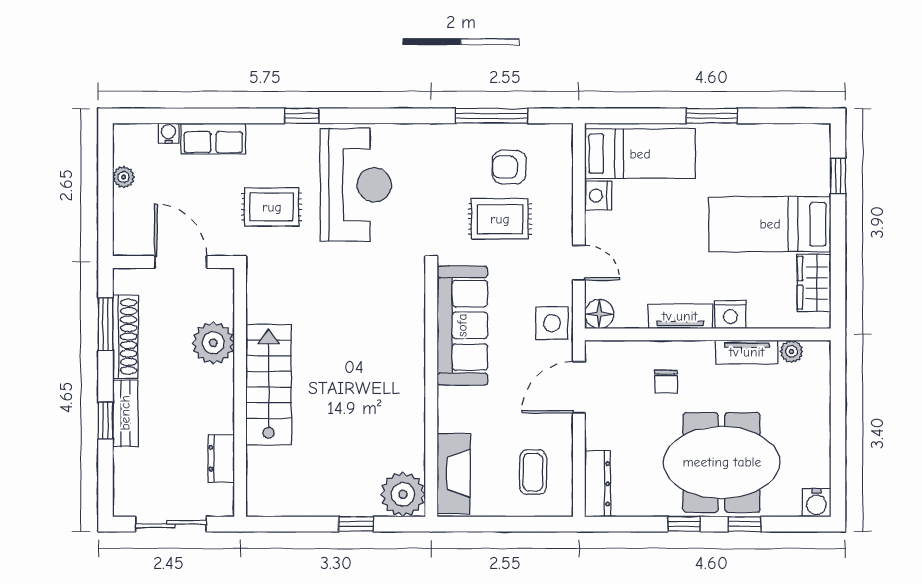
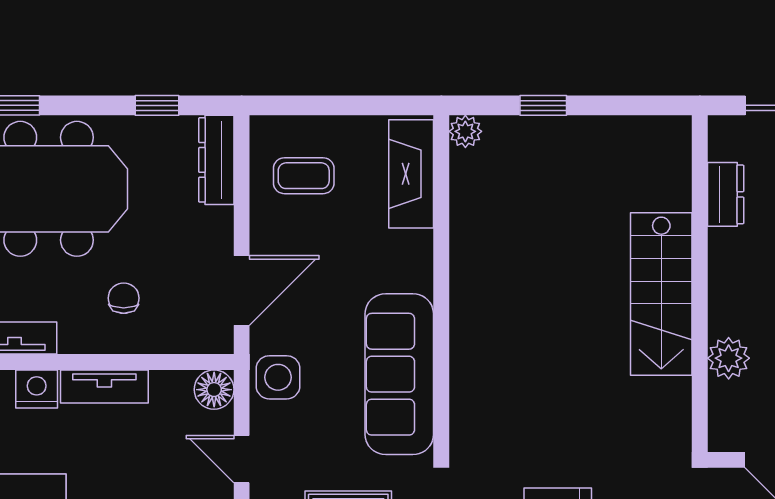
plant: (213, 343) -> (729, 358), width x0.73, depth x0.73
coffee table: (533, 472) -> (304, 176), turned 90
plant: (403, 494) -> (465, 131), width x0.53, depth x0.53
window: (684, 524) -> (157, 105), moved

